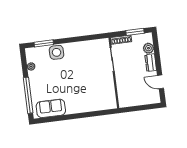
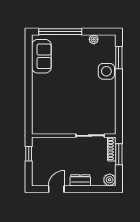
window: (135, 32) -> (119, 154), moved
plant: (148, 48) -> (110, 180), moved
window: (134, 109) -> (29, 154), added

